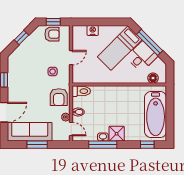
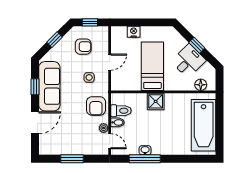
armchair: (52, 34) -> (83, 47), moved
window: (150, 42) -> (197, 45), width x0.46
bed: (120, 48) -> (152, 66), moved, turned 135
toilet: (81, 91) -> (121, 111), moved
sofa: (30, 132) -> (49, 86), moved, turned 90
shower: (117, 134) -> (156, 101), moved
window: (147, 145) -> (194, 159), removed

